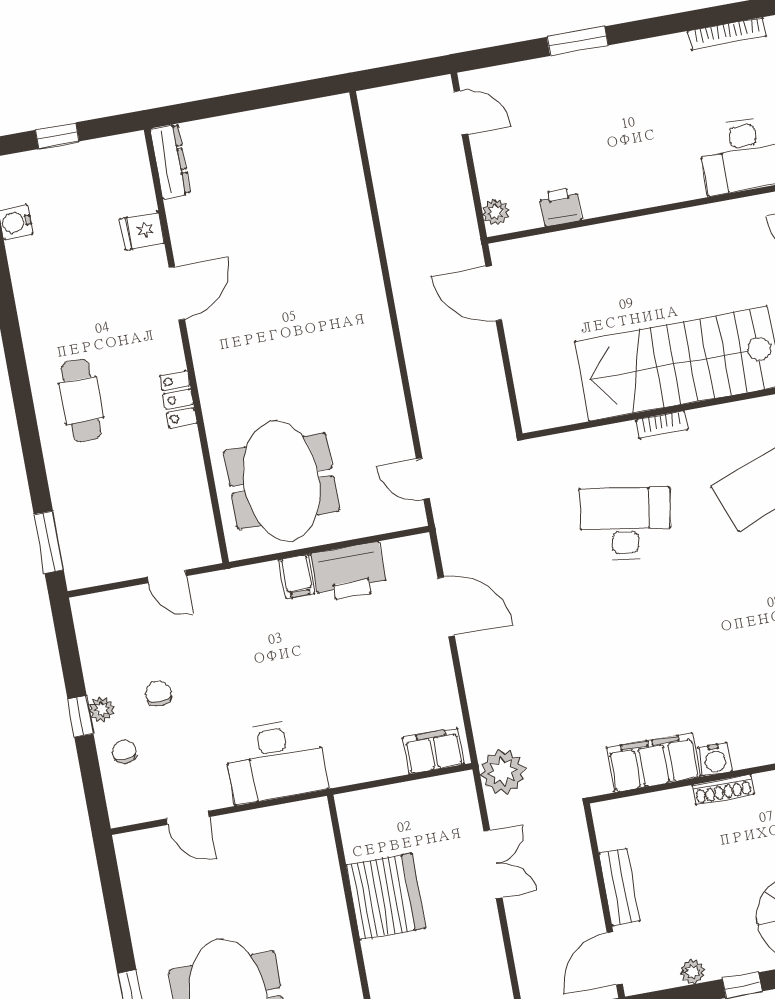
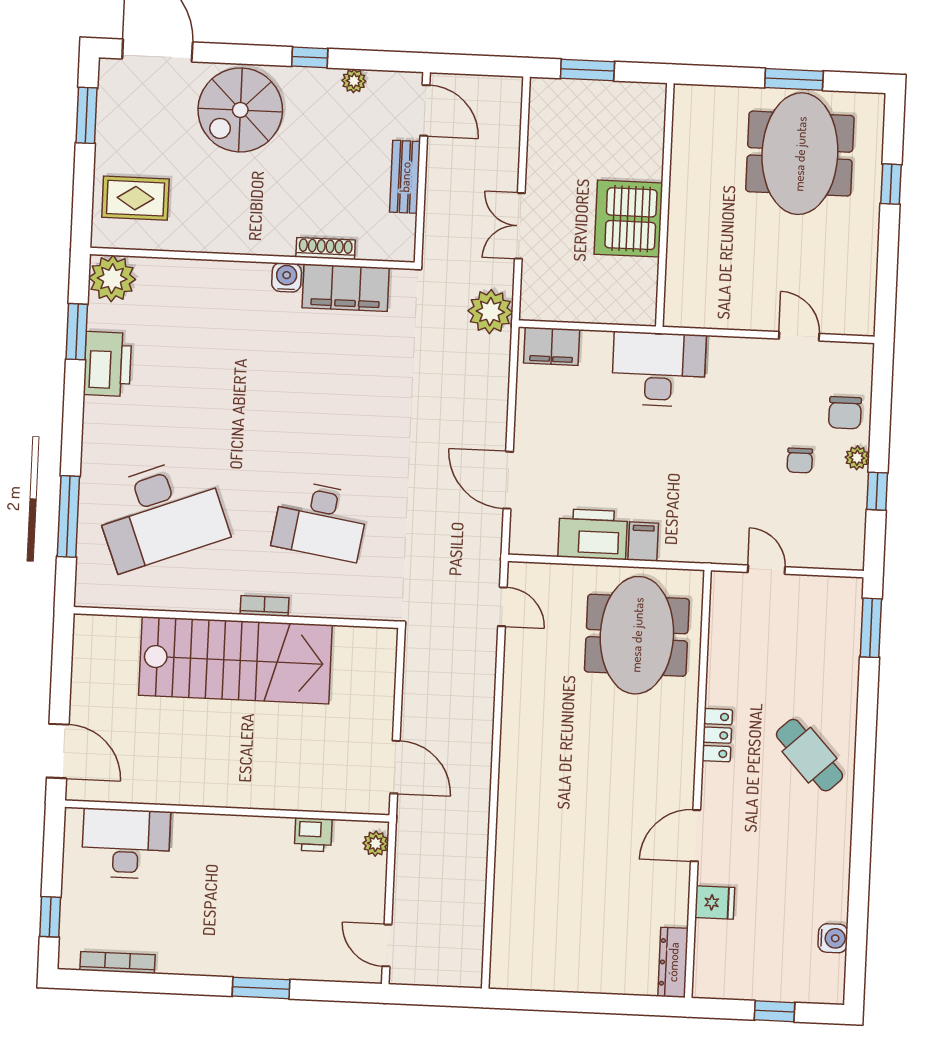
cafe table: (81, 400) -> (809, 755), turned -43
window: (80, 716) -> (877, 491), moved
chair: (124, 752) -> (845, 413), width x1.37, depth x1.37
desk: (275, 761) -> (659, 369), moved
shoe rack: (723, 790) -> (326, 249), moved
door: (615, 958) -> (425, 110), hinge flipped

